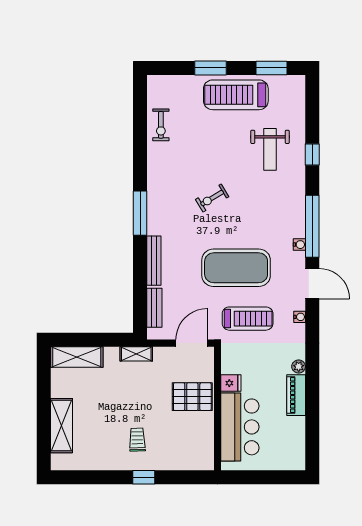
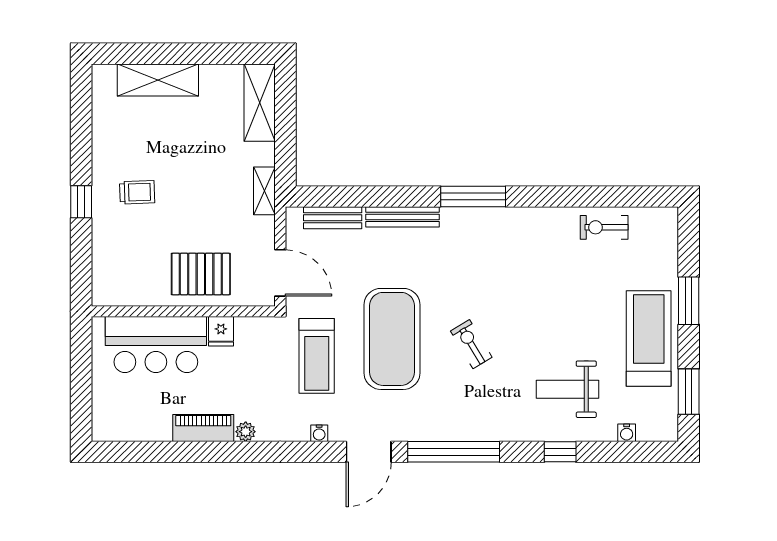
exercise bike: (212, 198) -> (471, 344), moved
water cooler: (299, 245) -> (627, 433), moved
pallet: (192, 397) -> (201, 274), turned 90

